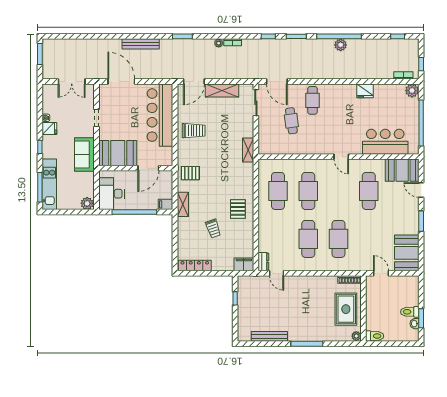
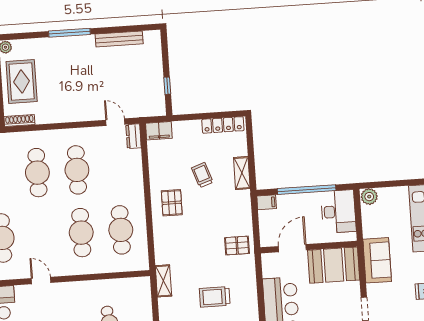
trolley: (194, 131) -> (215, 297), moved
shelving: (183, 204) -> (242, 173), moved

